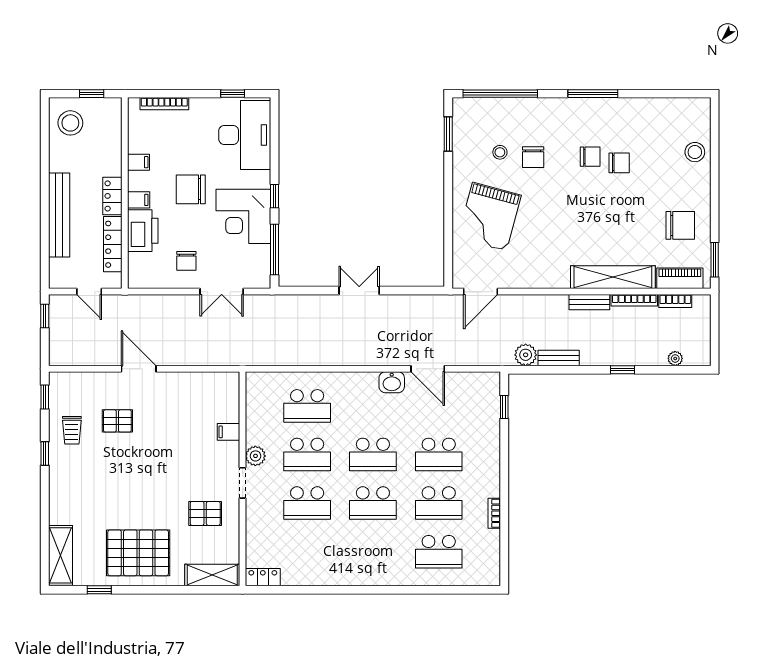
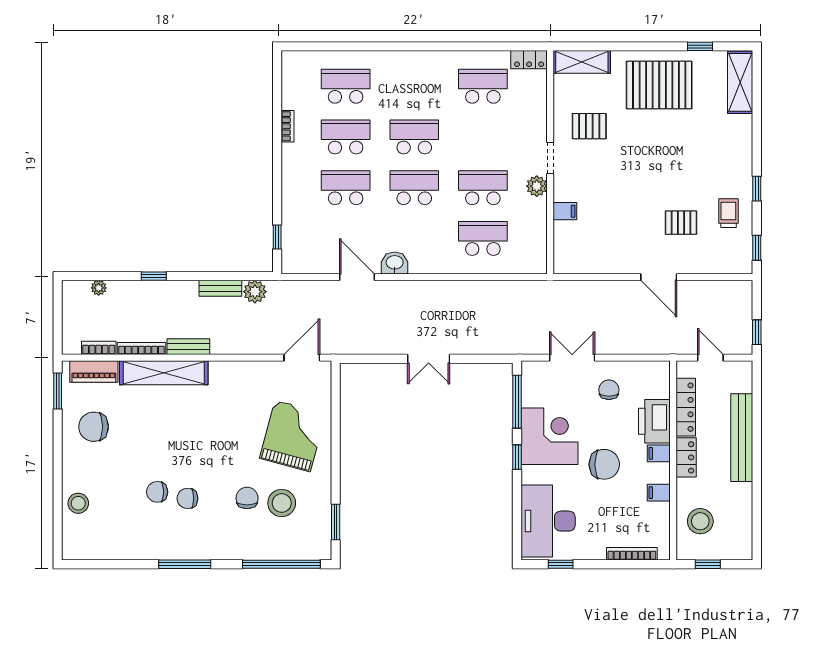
stool: (70, 123) -> (700, 521), moved
stool: (500, 152) -> (282, 503), width x1.89, depth x1.89
school desk: (307, 503) -> (483, 86), moved

